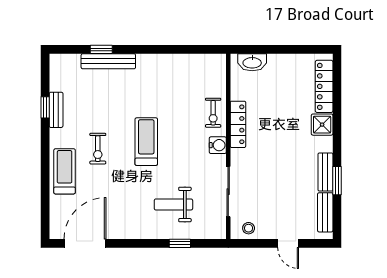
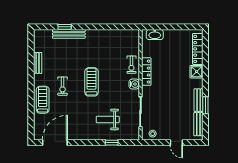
window: (45, 107) -> (31, 61), removed

